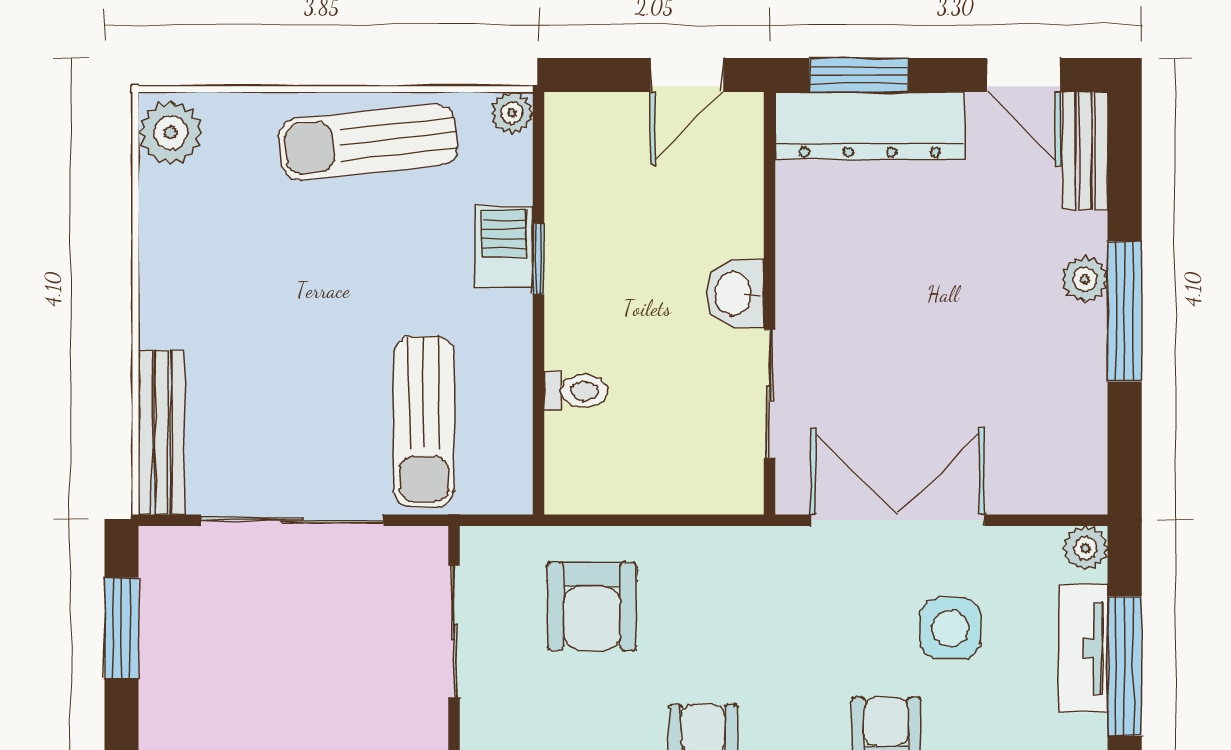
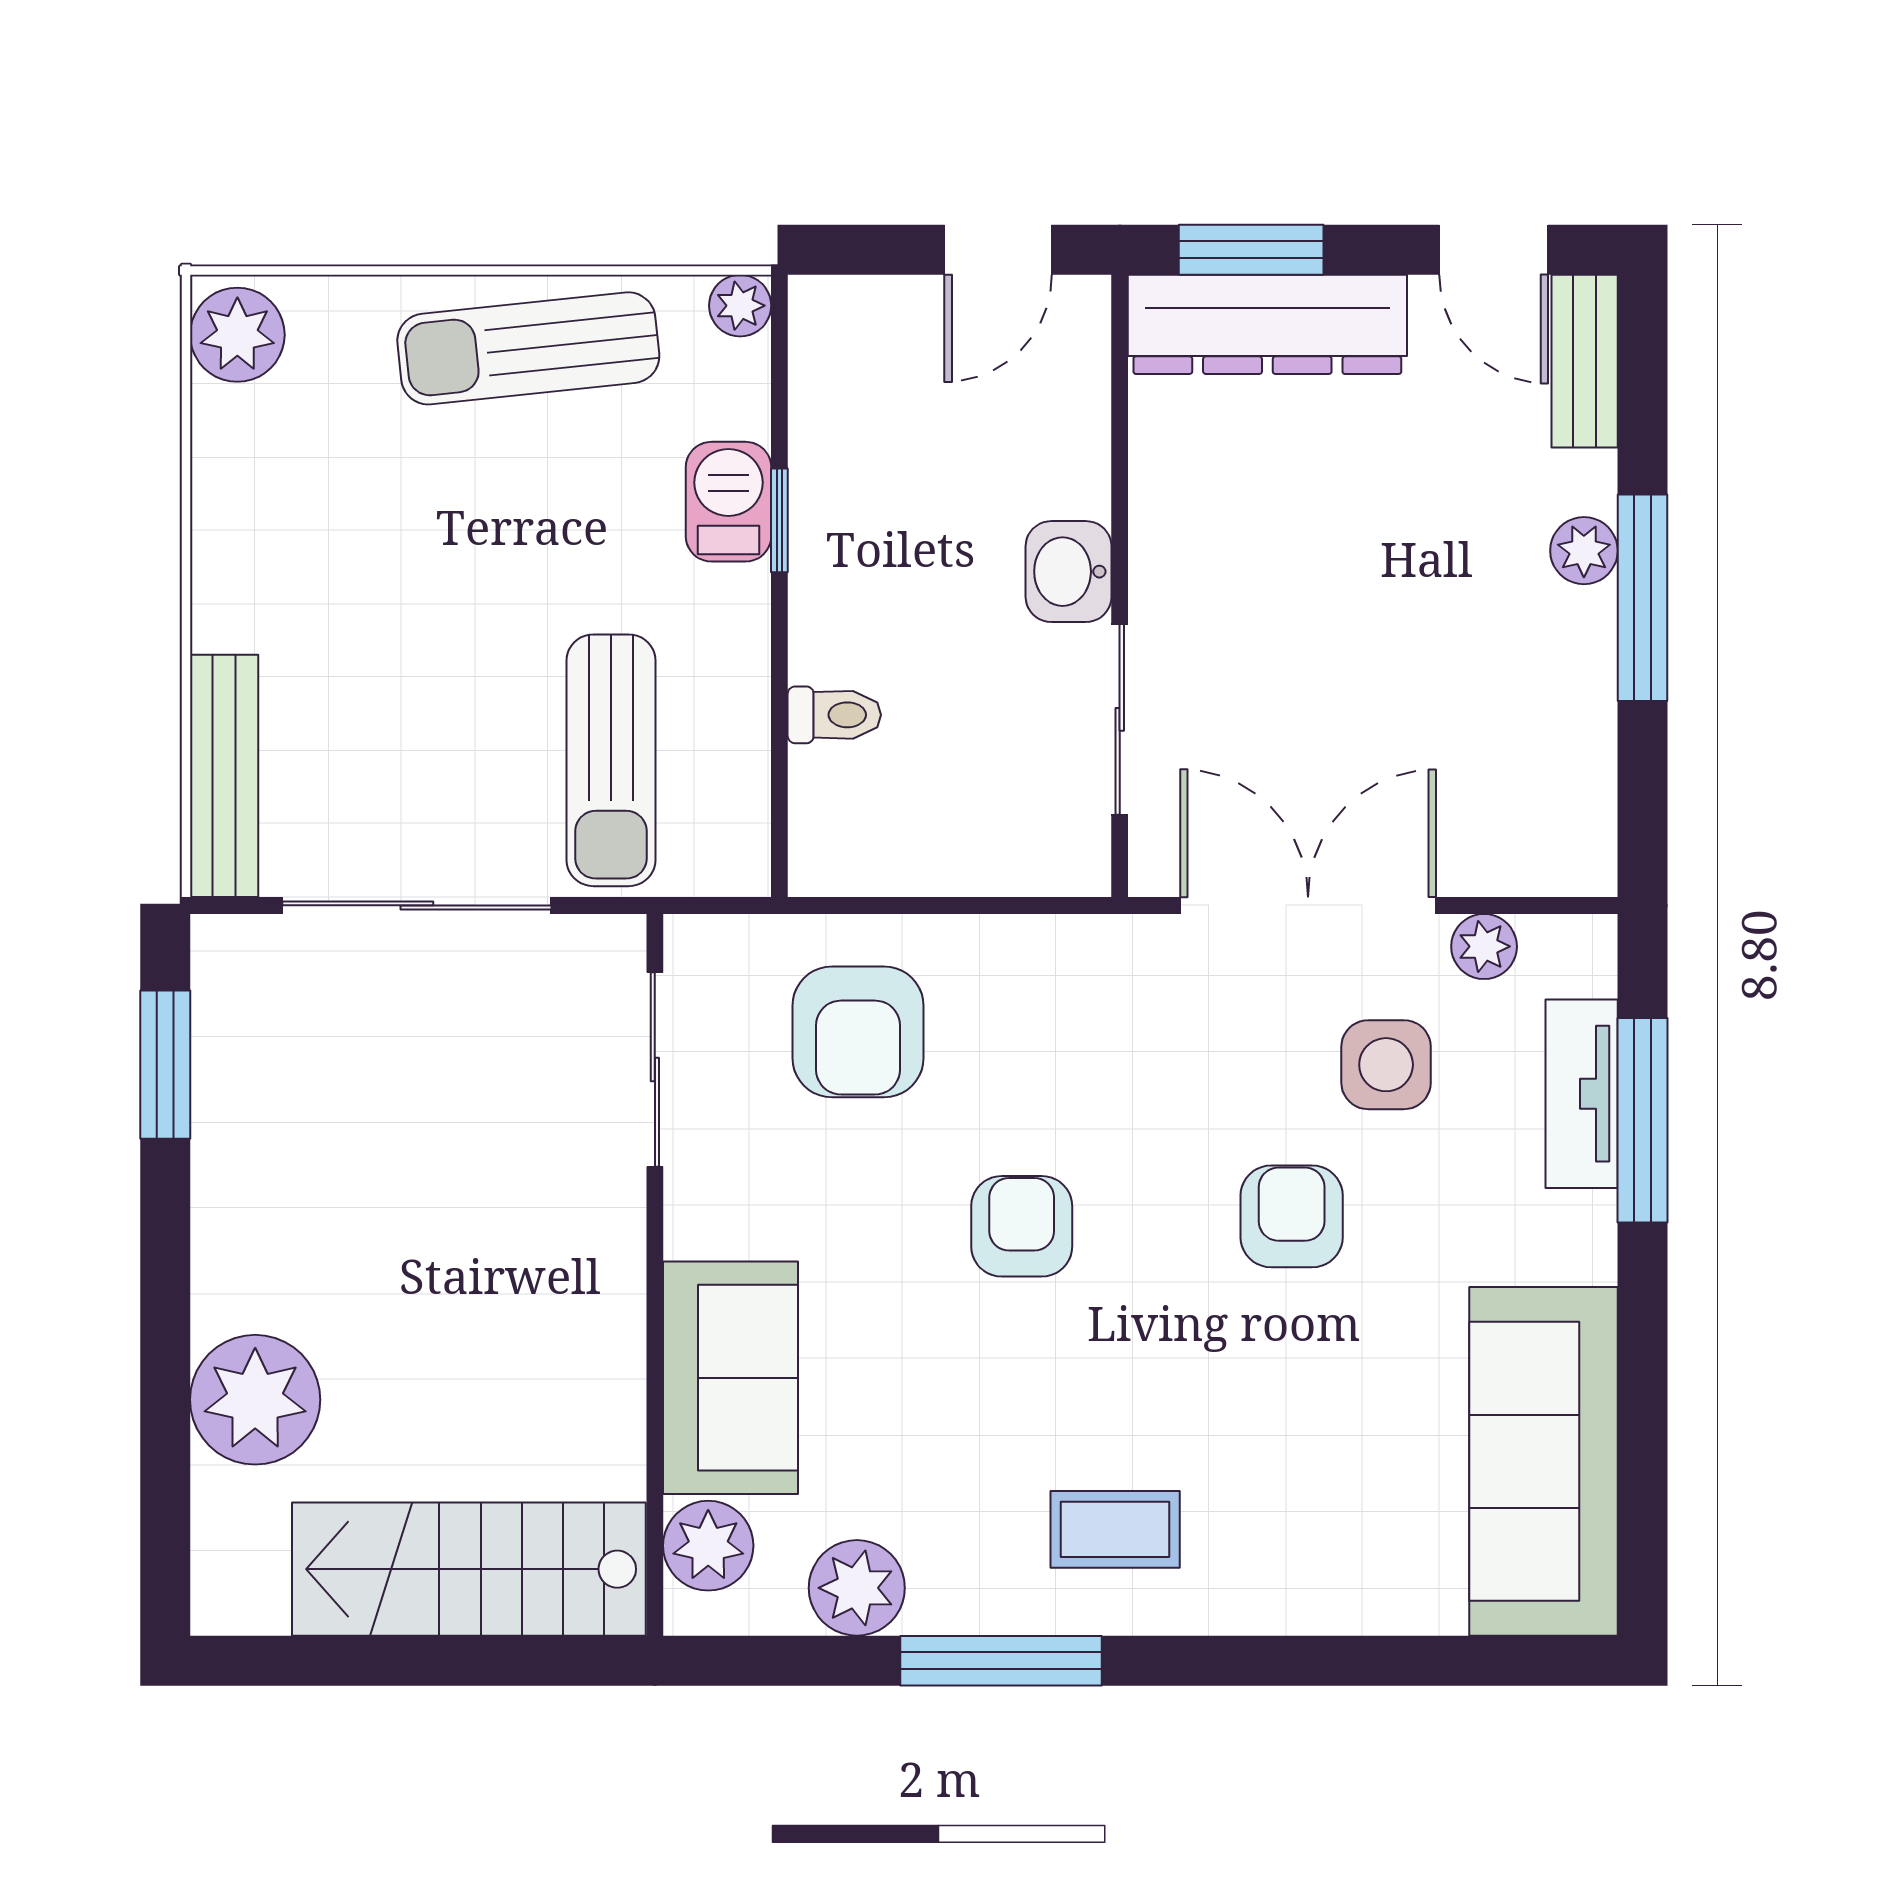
plant: (1085, 548) -> (1484, 946), moved

